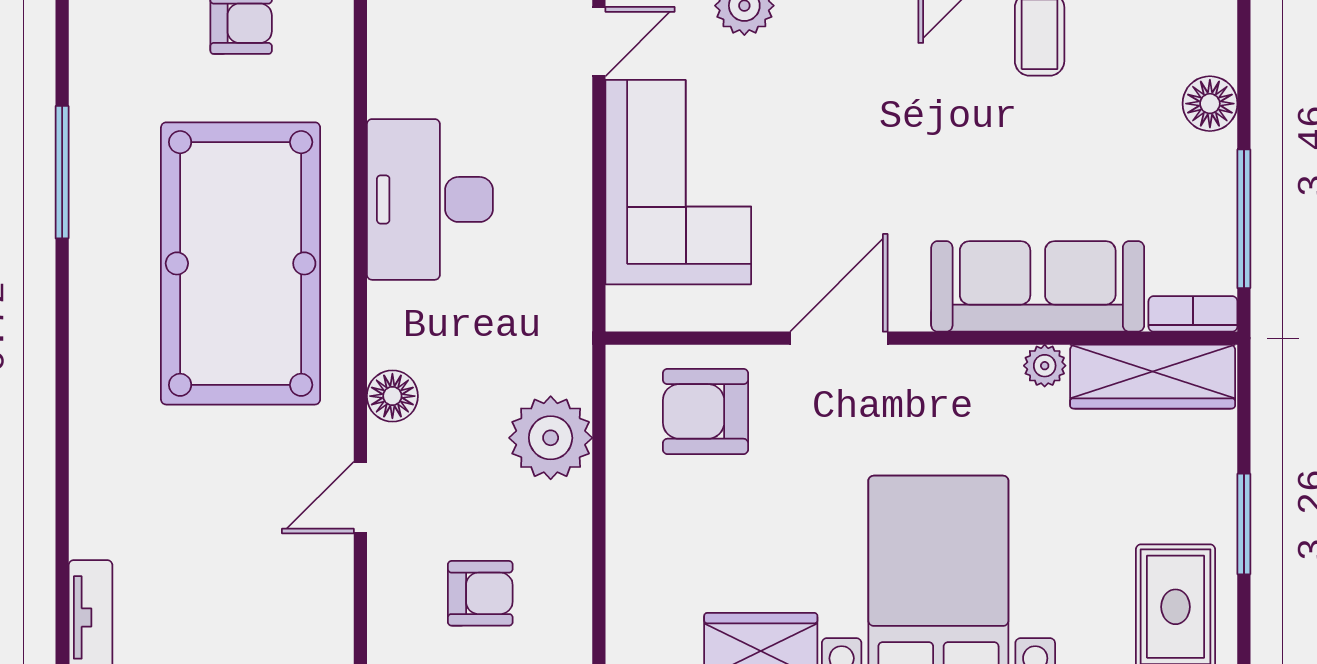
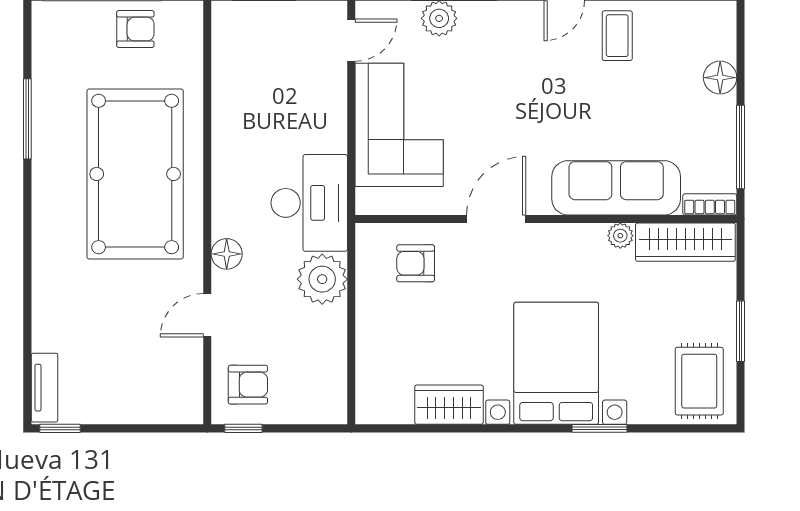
desk: (430, 199) -> (309, 203), moved, turned 180
armchair: (705, 411) -> (416, 263), width x0.72, depth x0.72
armchair: (480, 593) -> (248, 385), moved

